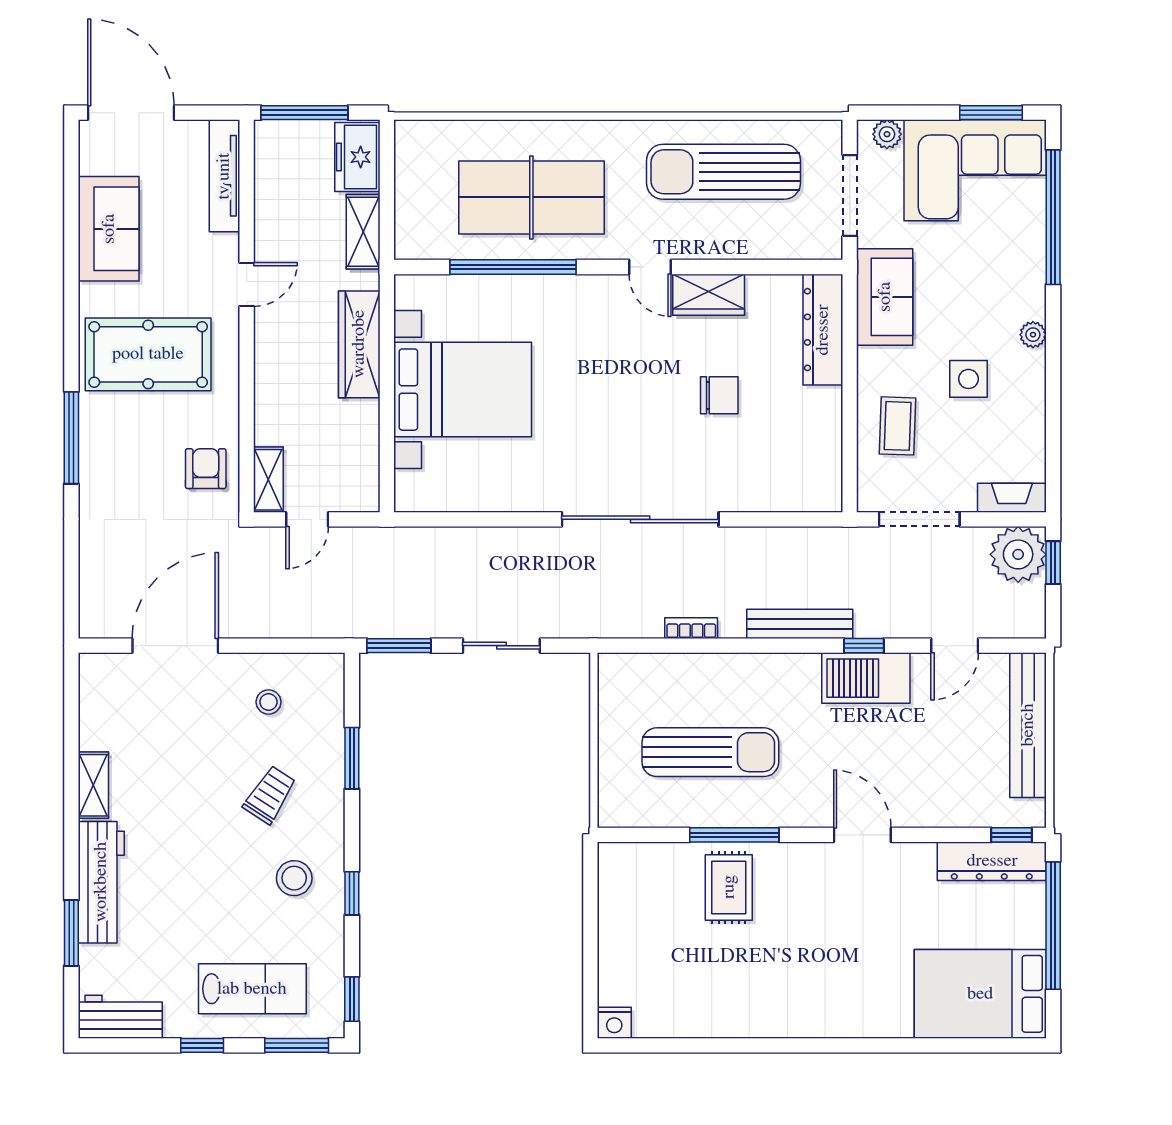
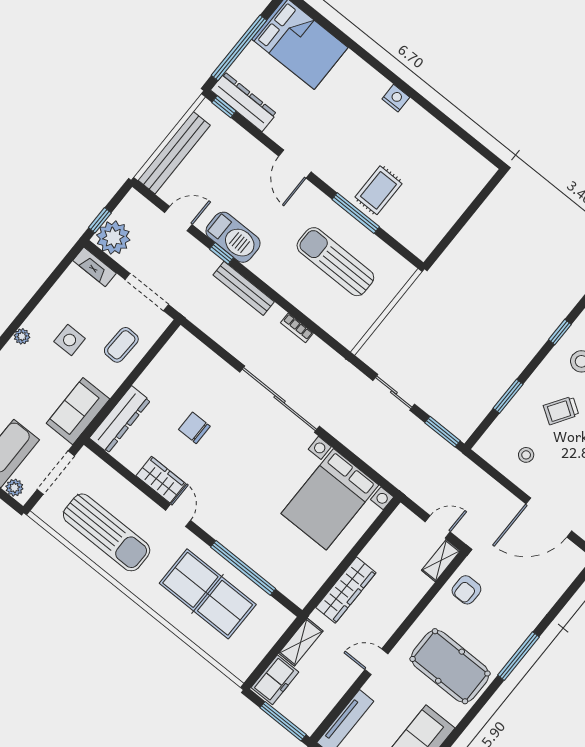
bed with nightstands: (463, 390) -> (330, 499), moved, turned -90
nightstand: (614, 1023) -> (396, 98), moved

